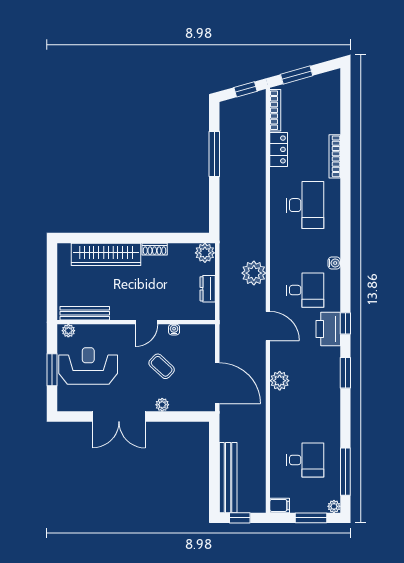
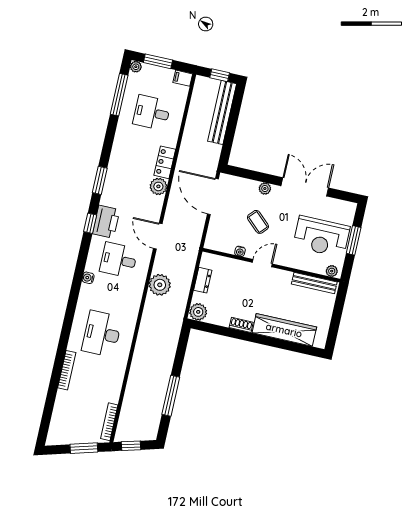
locker: (279, 149) -> (165, 162), moved

